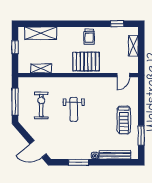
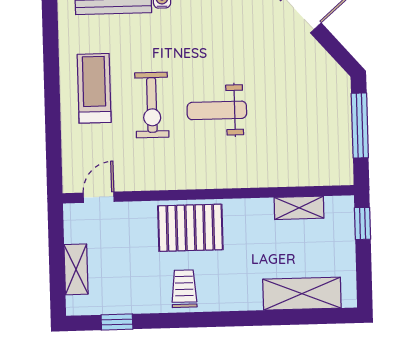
window: (15, 47) -> (363, 223), moved
exercise bike: (41, 105) -> (152, 105), moved
weight bench: (74, 109) -> (217, 110), turned -90
window: (141, 135) -> (51, 52), removed

